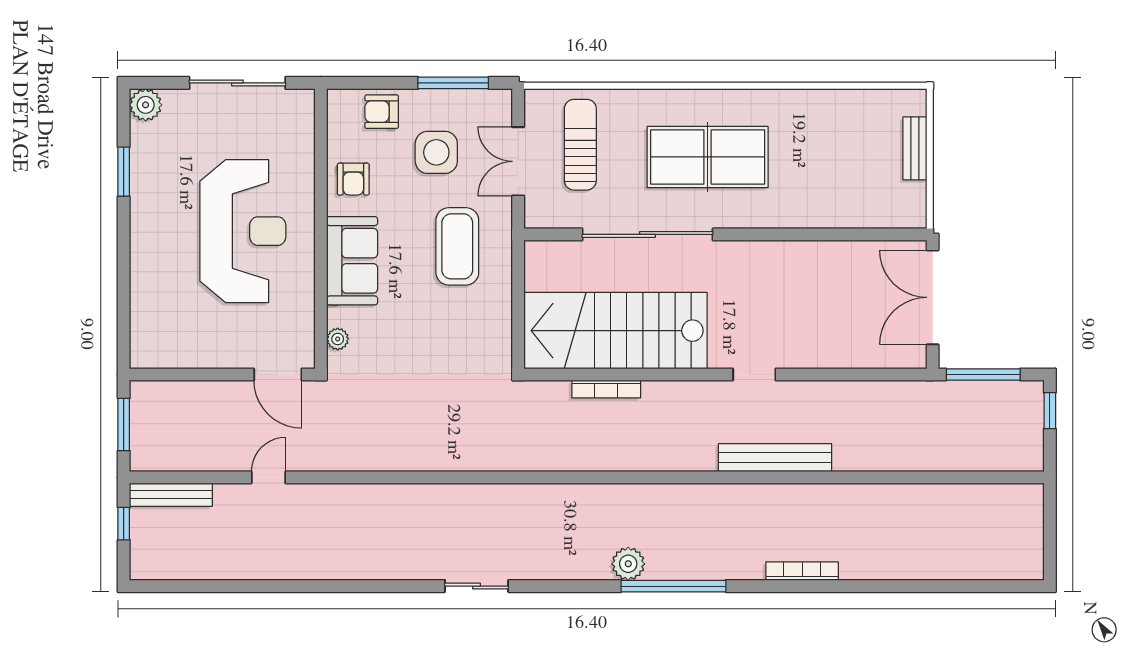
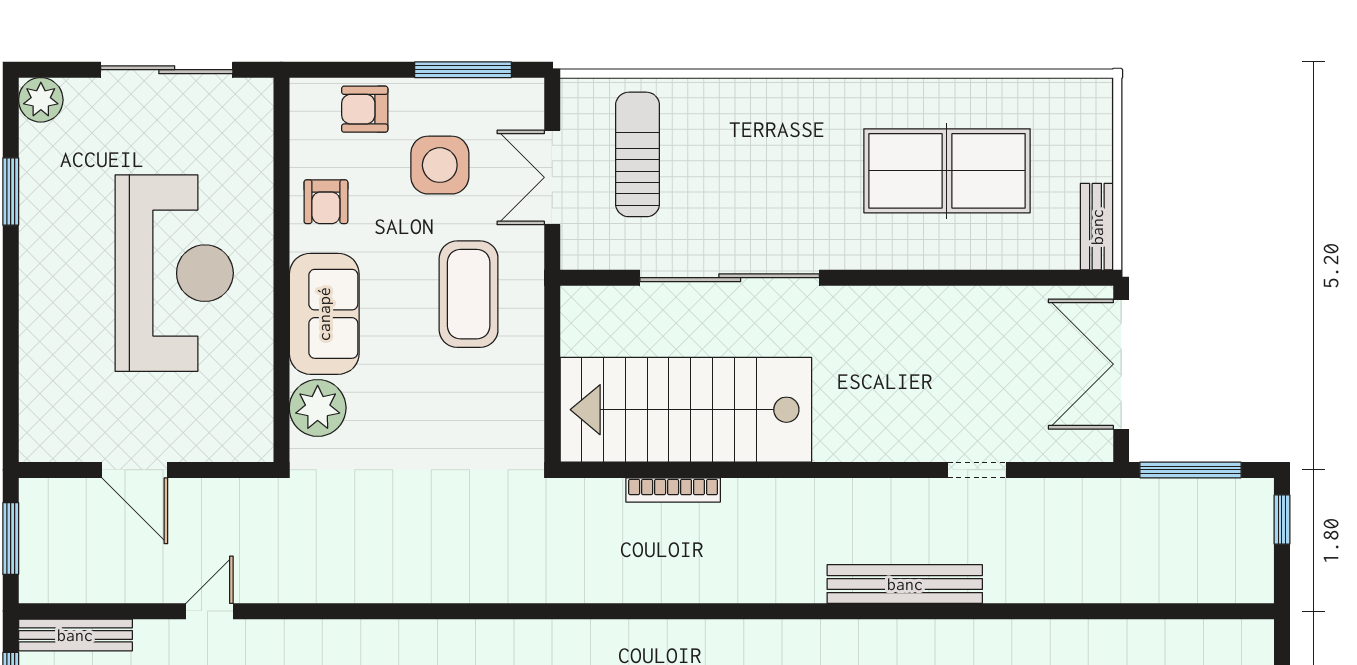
bench: (915, 148) -> (1097, 227), moved
table tennis table: (708, 157) -> (947, 171), moved
plant: (338, 339) -> (318, 408), width x1.88, depth x1.88
door: (278, 375) -> (135, 470), moved
doorway: (754, 375) -> (977, 470), moved

